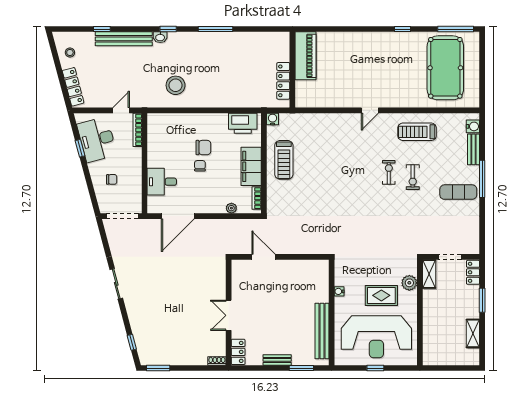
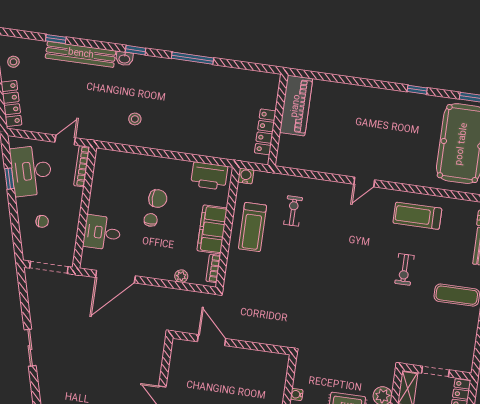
stool: (176, 85) -> (135, 119), width x0.53, depth x0.53
exercise bike: (389, 172) -> (293, 211), moved

